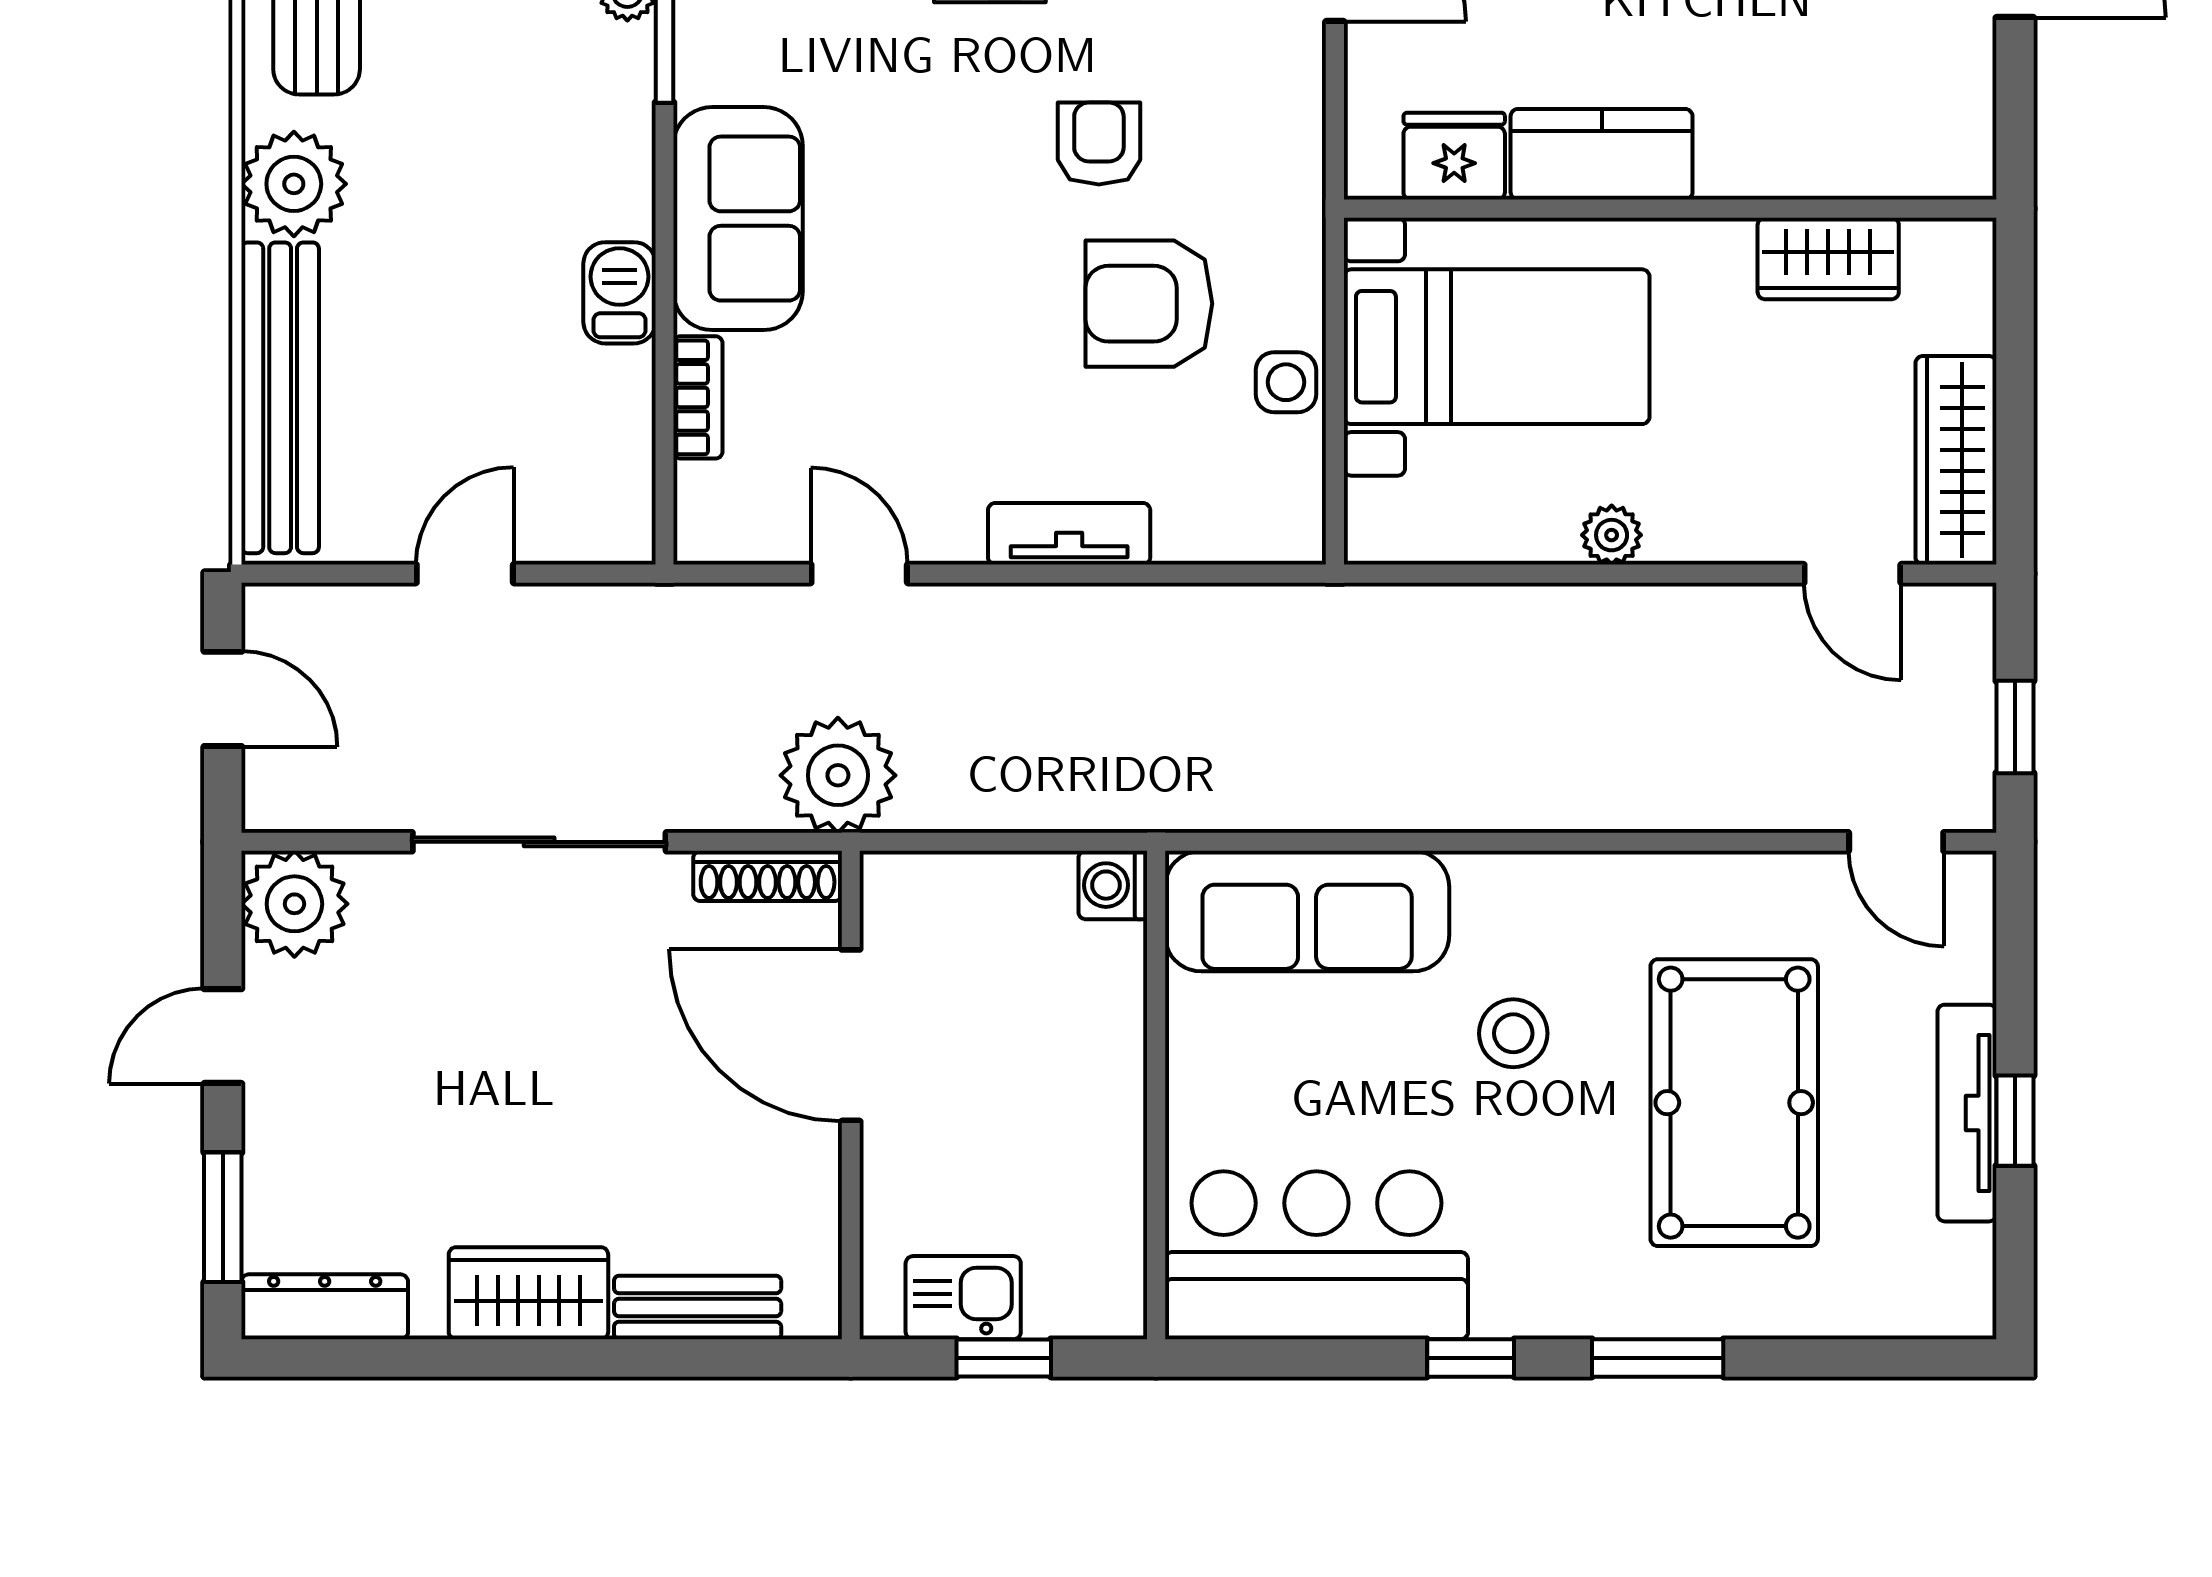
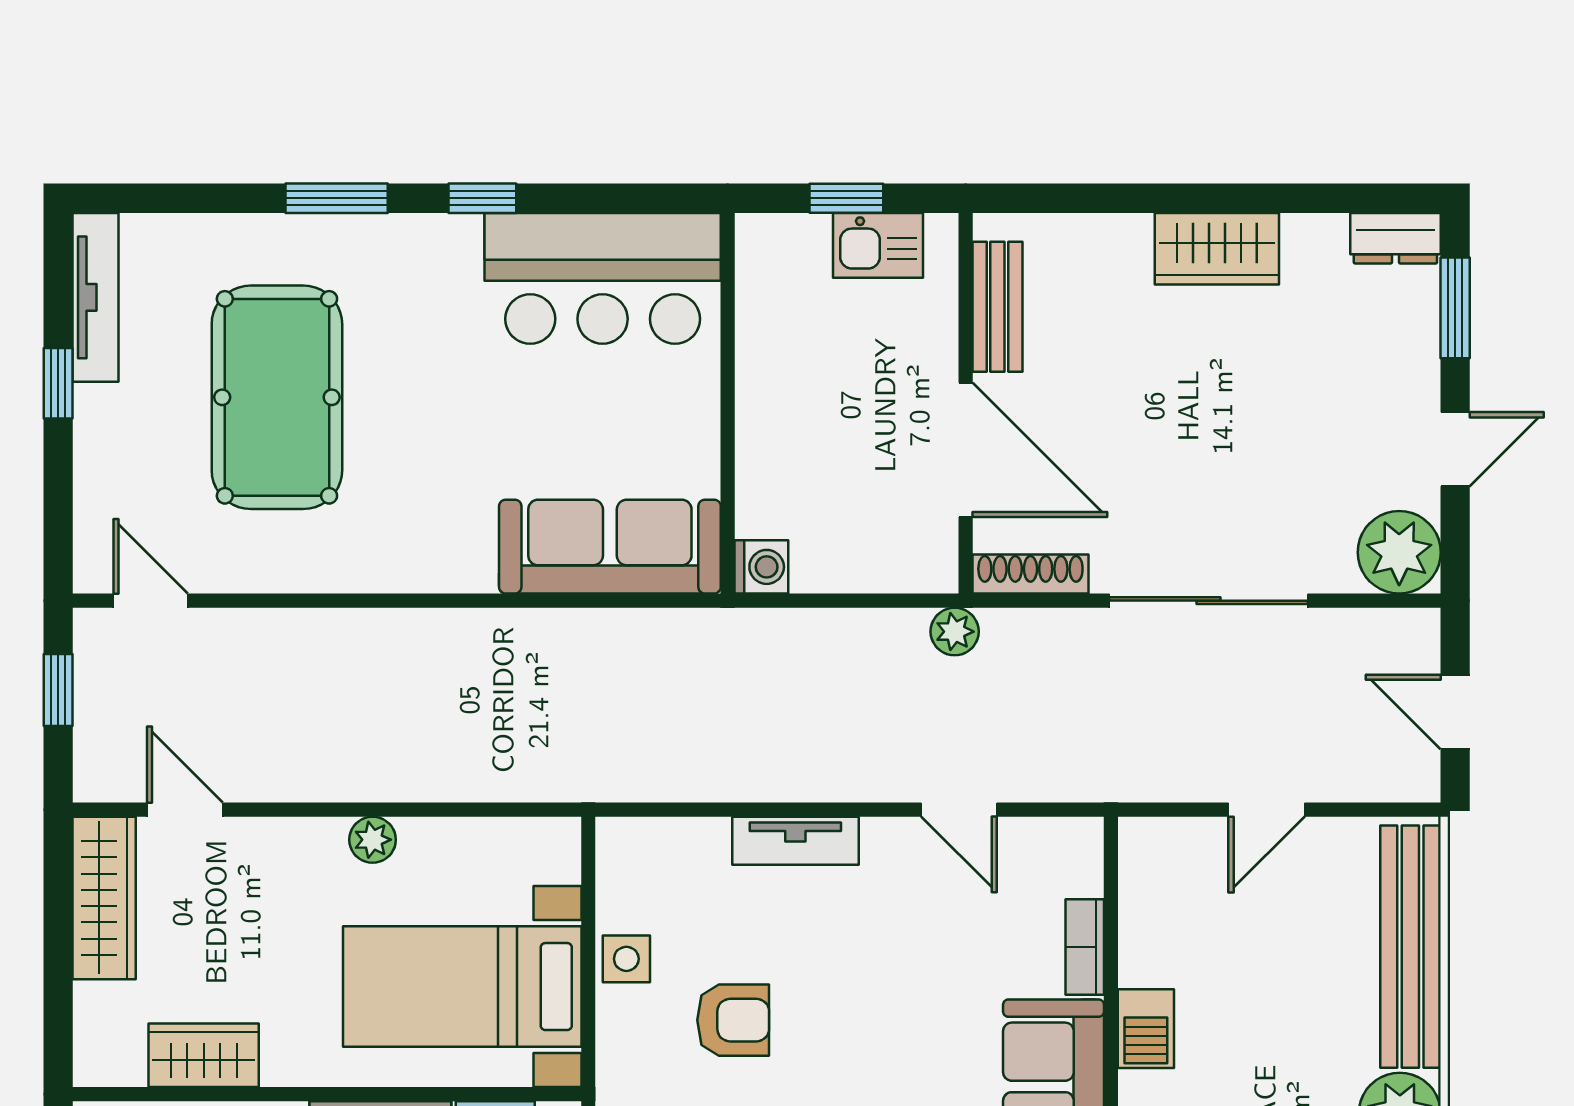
armchair: (1149, 304) -> (733, 1020), width x0.72, depth x0.72
plant: (838, 775) -> (955, 632), width x0.53, depth x0.53
stool: (1513, 1033) -> (449, 451), removed
tv unit: (1967, 1113) -> (96, 297), moved
dresser: (325, 1307) -> (1395, 238), width x0.70
bench: (698, 1307) -> (997, 307), moved, turned 90

